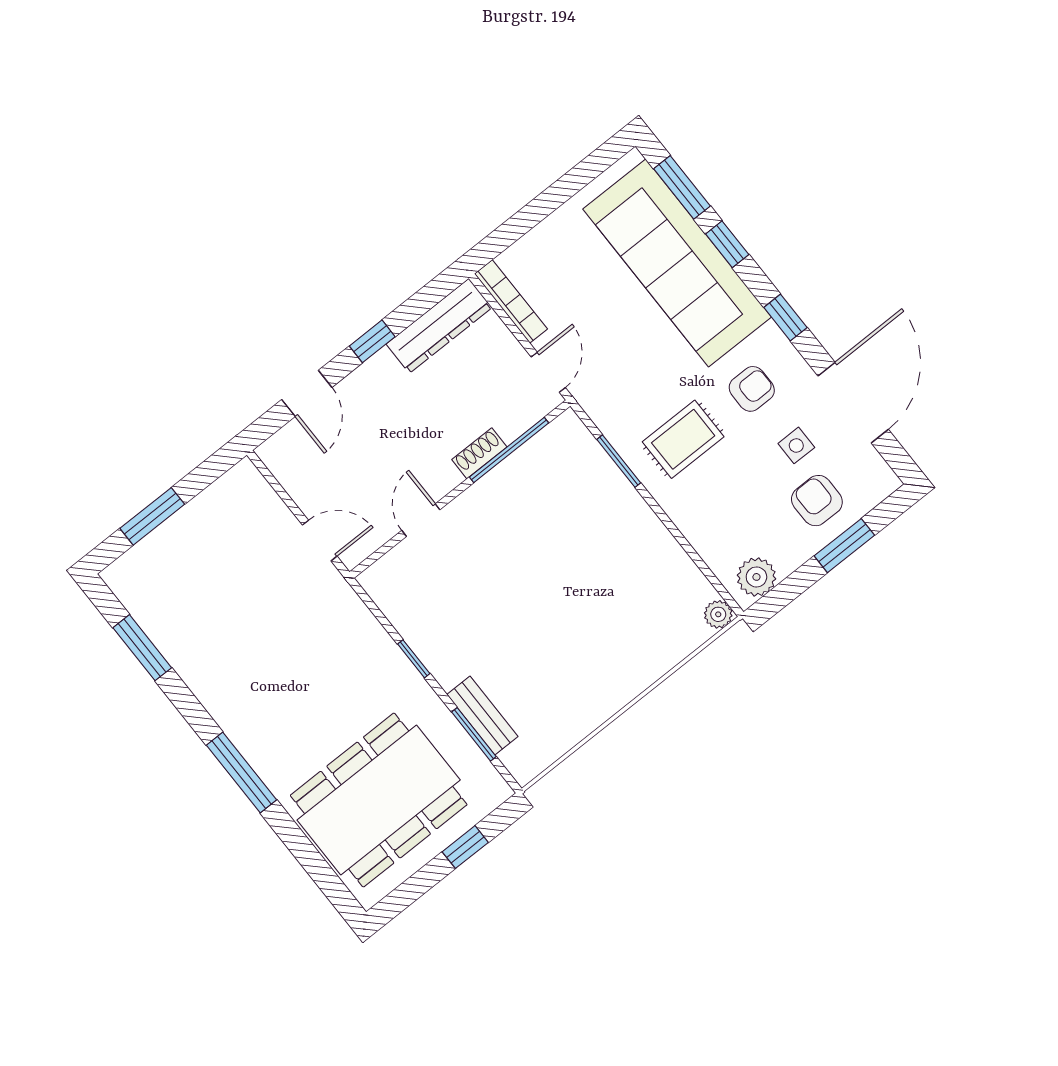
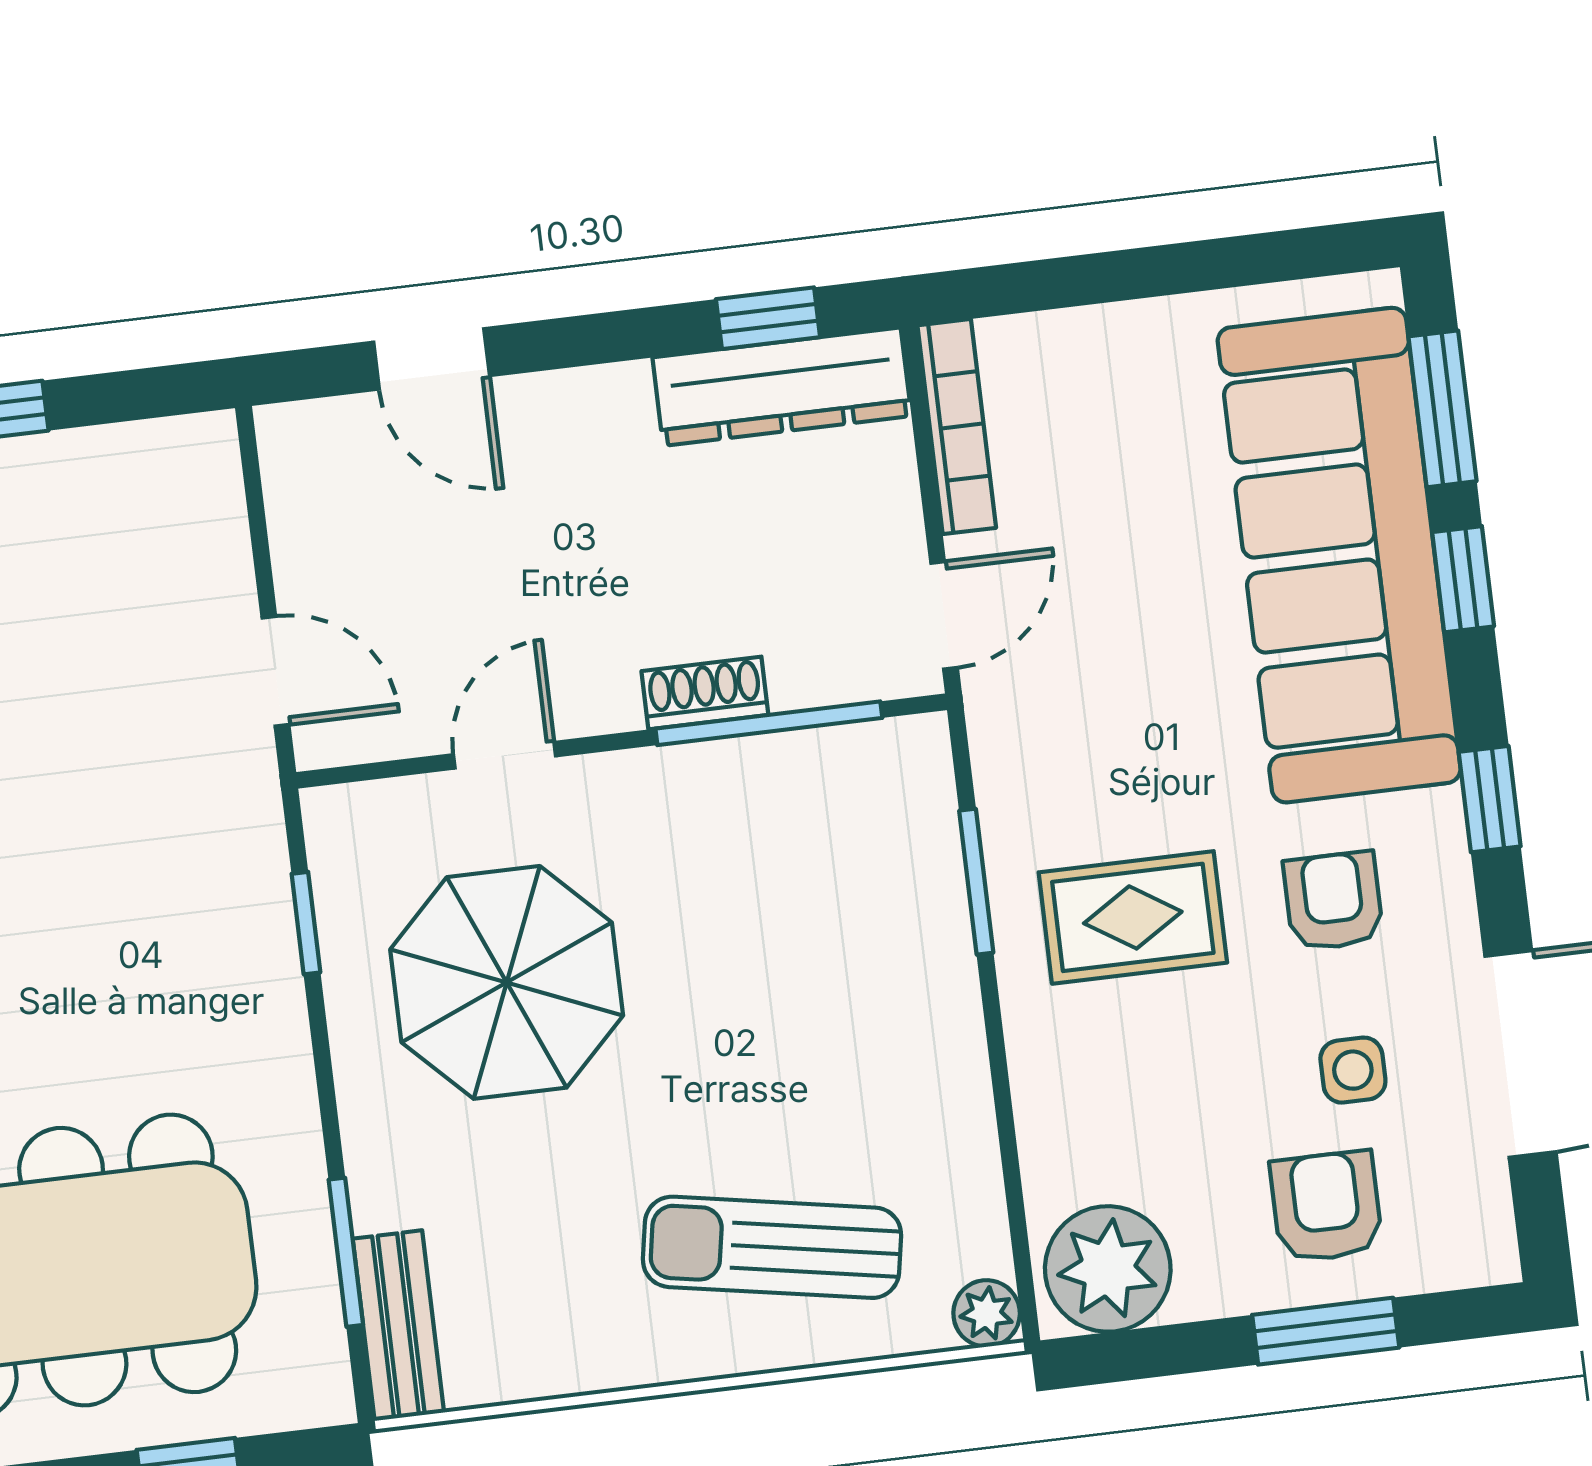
window: (372, 341) -> (768, 318), moved
armchair: (752, 389) -> (1333, 901), turned -90
door: (307, 393) -> (432, 359), hinge flipped
plant: (756, 577) -> (1108, 1269), width x1.36, depth x1.36
parasol: (472, 601) -> (507, 982), added
sun lounger: (626, 638) -> (772, 1247), added
window: (414, 659) -> (306, 923), moved
bench: (482, 716) -> (398, 1326), moved

